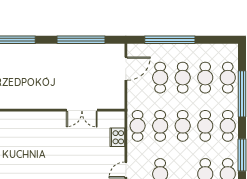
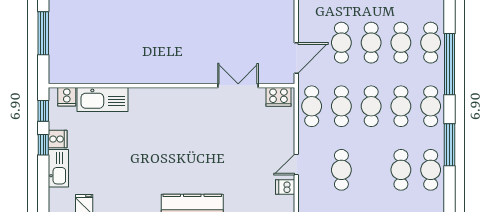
door: (126, 69) -> (296, 58), moved
double door: (82, 110) -> (238, 86), swing flipped
cooker: (117, 137) -> (278, 97), moved, turned -90

